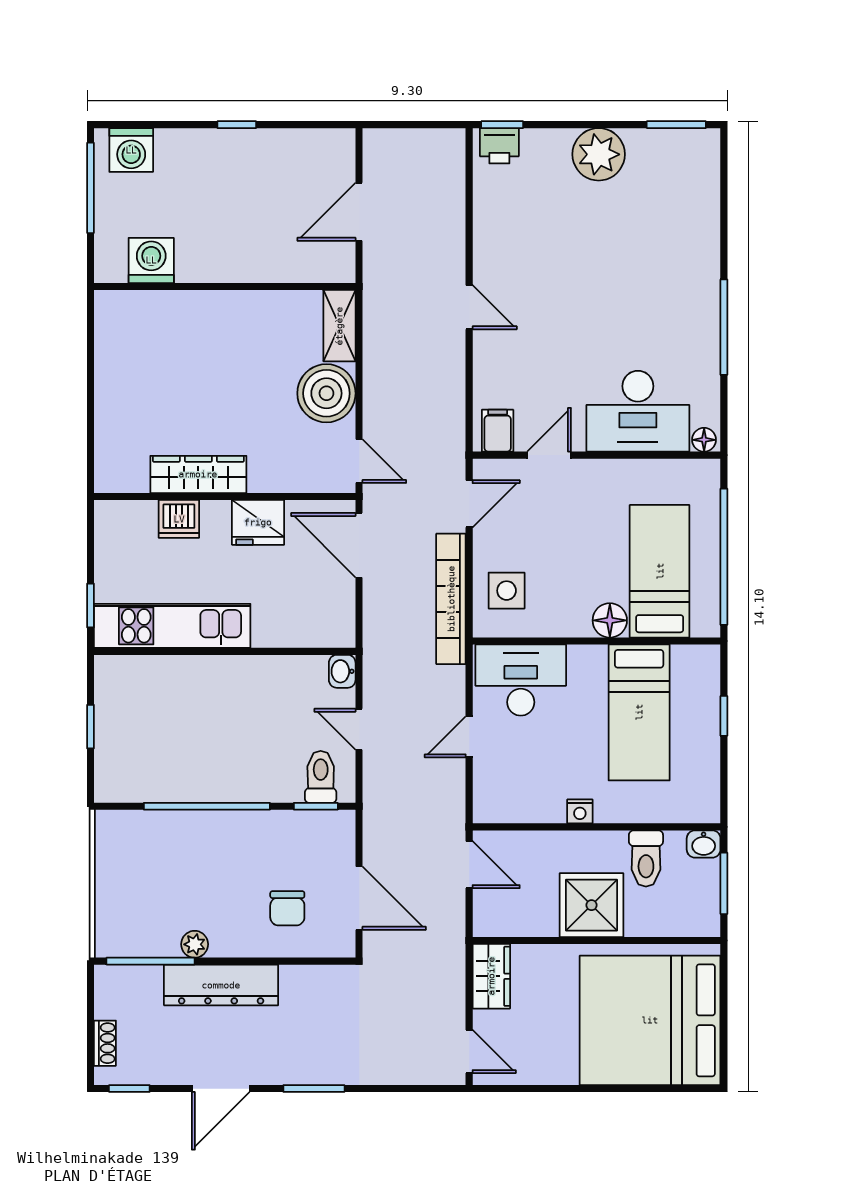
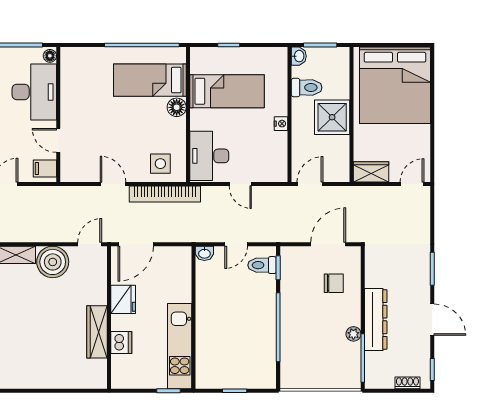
desk: (638, 411) -> (34, 92), moved
filing cabinet: (498, 431) -> (45, 169), moved
floor lamp: (704, 440) -> (50, 56), moved
door: (549, 455) -> (58, 140), moved
wall: (597, 455) -> (58, 115), moved

